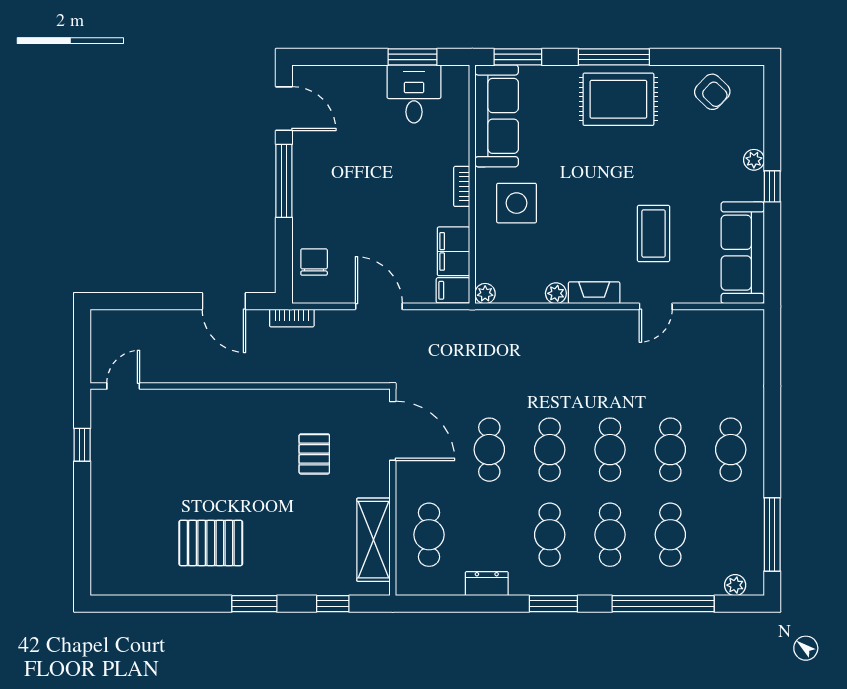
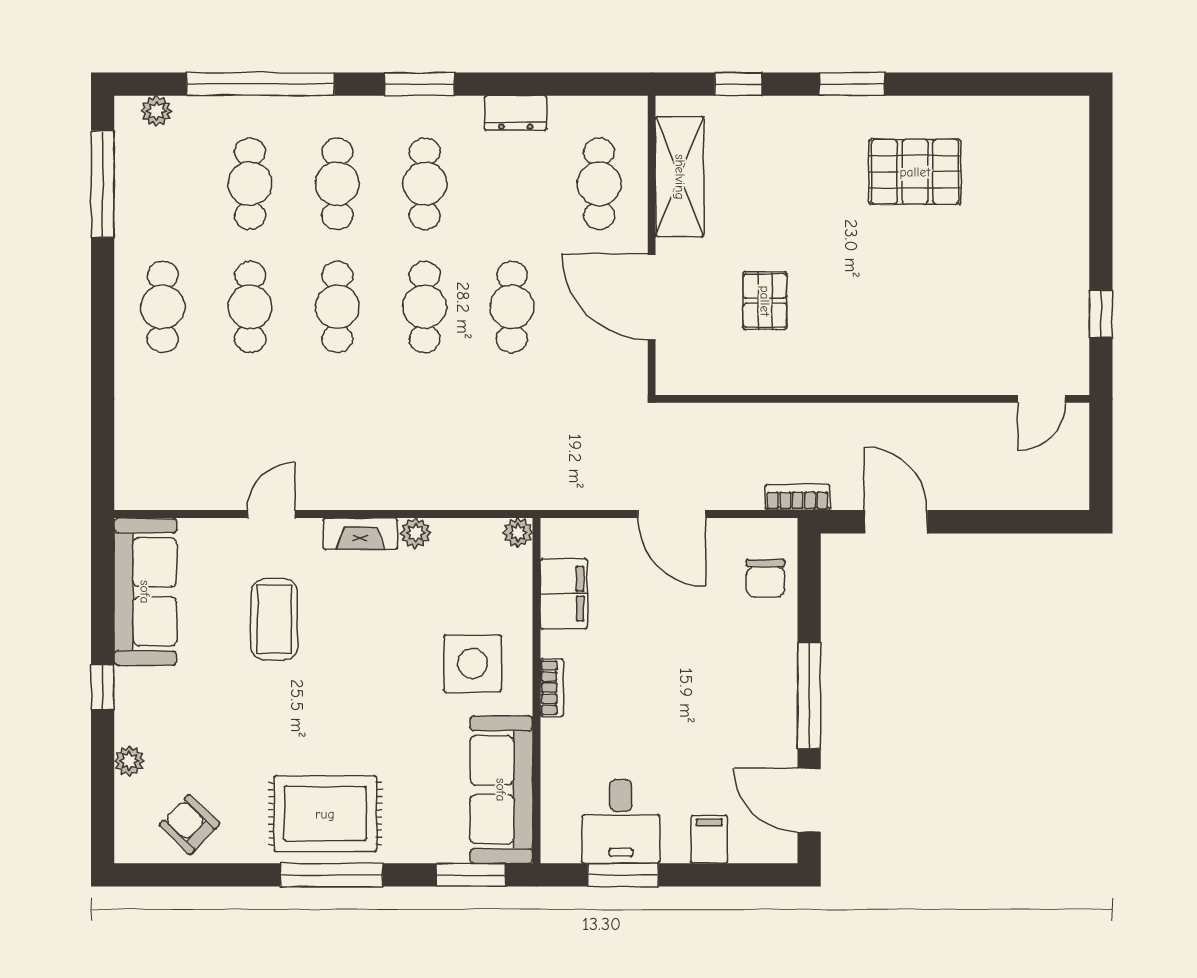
plant: (754, 160) -> (129, 761), moved
filing cabinet: (453, 290) -> (709, 839), moved, turned -90
door: (393, 431) -> (652, 297), moved

